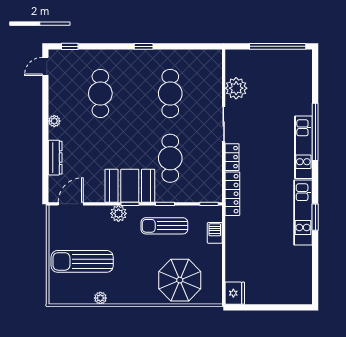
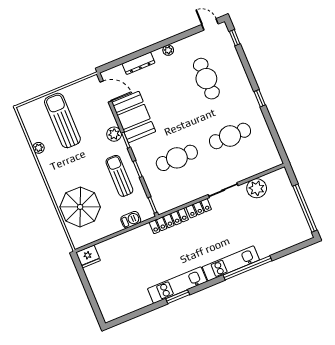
cafe table: (100, 93) -> (206, 79), turned 90
booth: (130, 186) -> (134, 117), moved

